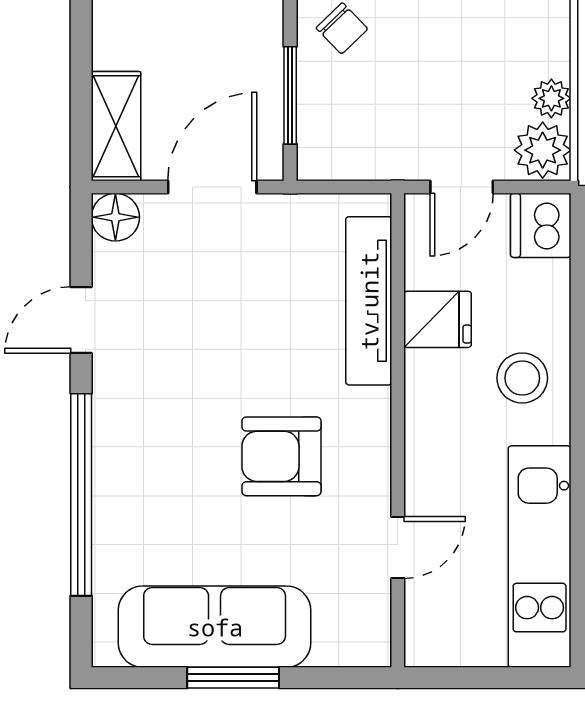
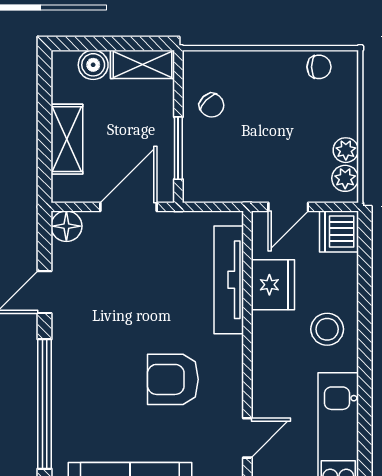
shelving: (116, 126) -> (67, 139), moved
plant: (543, 150) -> (345, 178), width x0.73, depth x0.73
fridge: (438, 319) -> (273, 285), width x1.38

